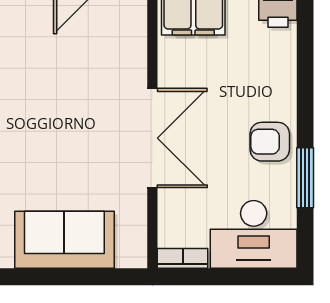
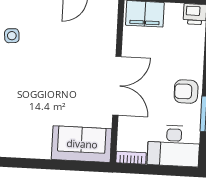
sofa: (64, 240) -> (82, 144), moved

